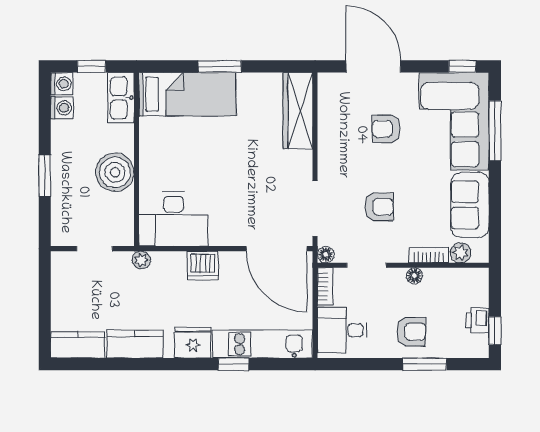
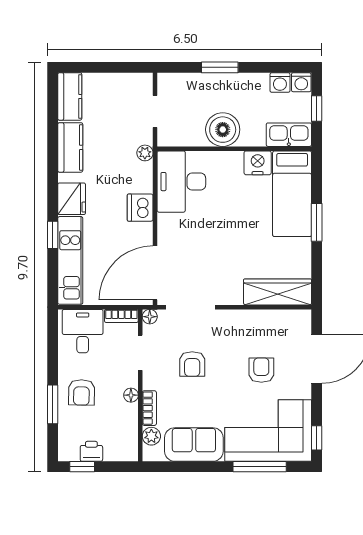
nightstand: (152, 133) -> (258, 163), added

